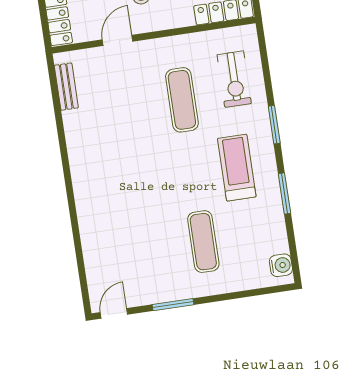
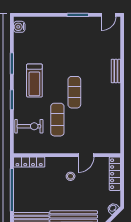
exercise bike: (234, 79) -> (29, 126), turned 90
bench: (66, 87) -> (116, 71), moved
exercise mat: (203, 242) -> (74, 92), moved

